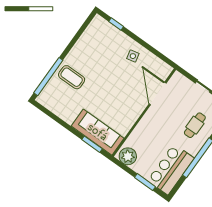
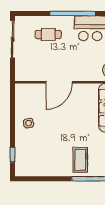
door: (158, 94) -> (59, 82), moved

